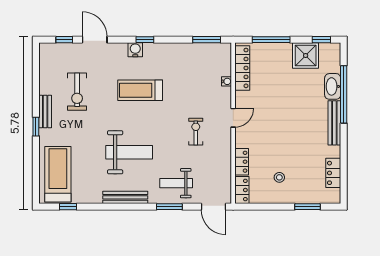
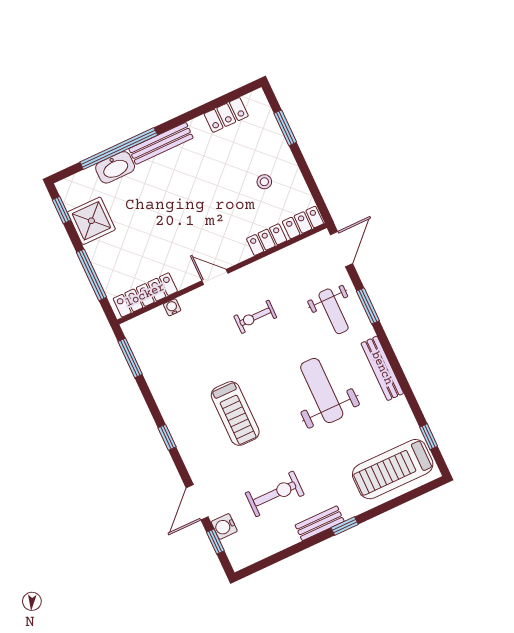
water cooler: (135, 50) -> (224, 526), moved

